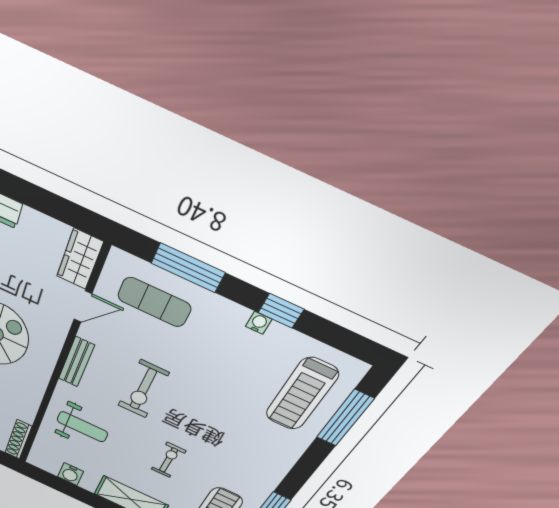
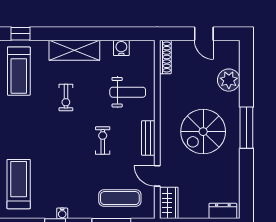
door: (83, 307) -> (157, 176), hinge flipped
exercise bike: (143, 389) -> (103, 141), width x0.73, depth x0.72
weight bench: (82, 427) -> (128, 92), turned 180

